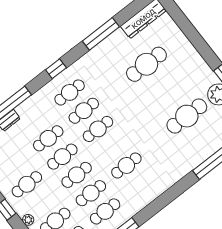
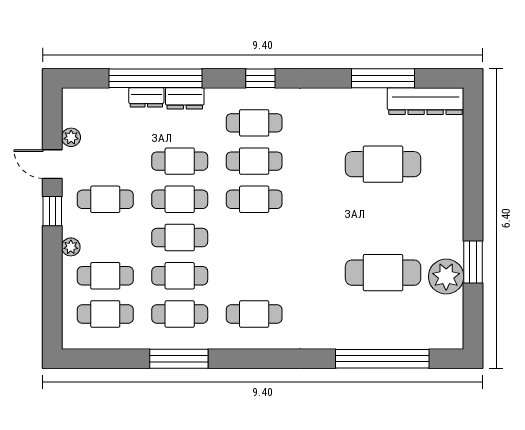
window: (101, 34) -> (383, 78), moved
dresser: (27, 106) -> (185, 98), added
cafe table: (126, 165) -> (254, 314), moved

